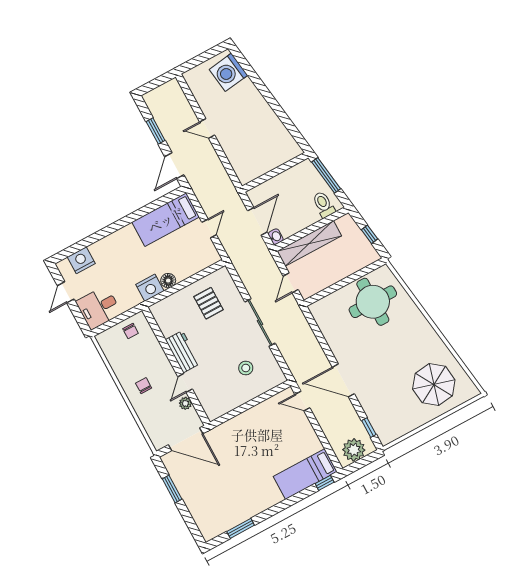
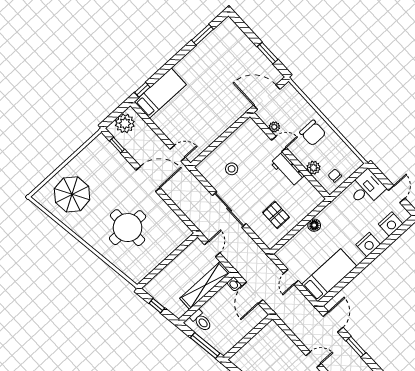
nightstand: (150, 288) -> (368, 244), moved, turned 180
round table: (373, 302) -> (128, 228), moved
plant: (153, 346) -> (313, 168), added
door: (185, 383) -> (279, 144), hinge flipped
chair: (144, 386) -> (313, 133), width x1.87, depth x1.87

